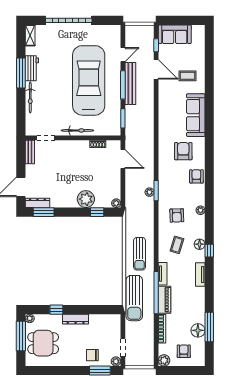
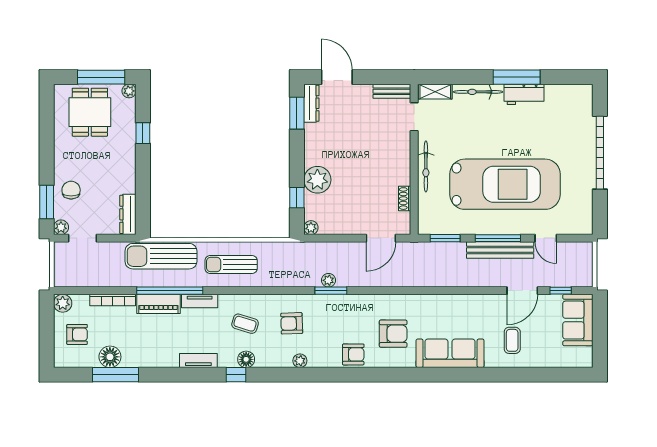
shelving: (30, 35) -> (435, 92), moved
dresser: (76, 319) -> (128, 214), moved

